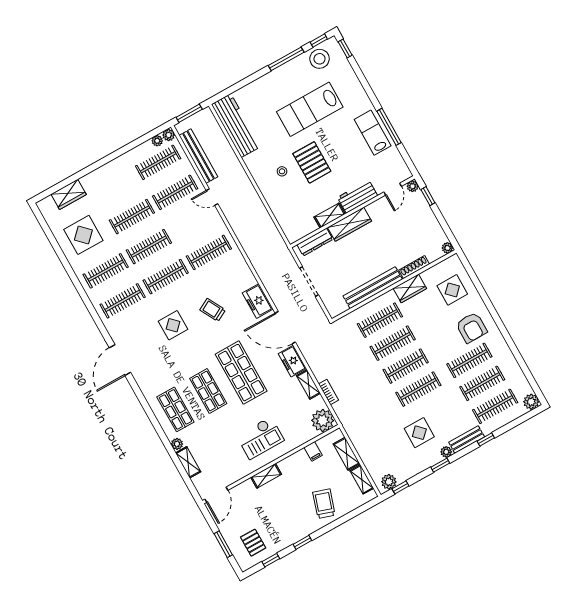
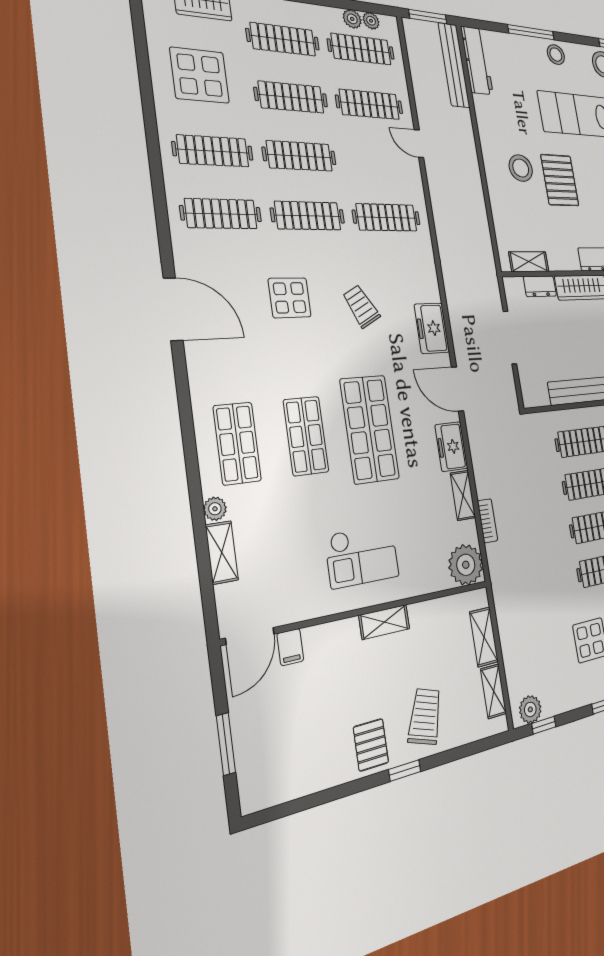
window: (286, 59) -> (531, 32), moved
stool: (282, 77) -> (556, 55), added
workbench: (236, 126) -> (477, 60), width x0.73, depth x0.76
plant: (169, 135) -> (352, 19), moved
bench: (198, 156) -> (454, 65), moved
stool: (282, 171) -> (521, 168), width x1.89, depth x1.89
clothes rail: (115, 186) -> (283, 39), added
shelving: (330, 215) -> (529, 262), moved
dresser: (315, 242) -> (540, 286), width x0.70
door: (285, 328) -> (457, 389), width x0.73
door: (120, 360) -> (173, 309), swing flipped
filing cabinet: (313, 451) -> (290, 647), moved
shelving: (266, 476) -> (384, 622), moved
window: (302, 542) -> (405, 770), moved
pallet: (253, 543) -> (371, 745), moved
window: (271, 560) -> (302, 804), removed

